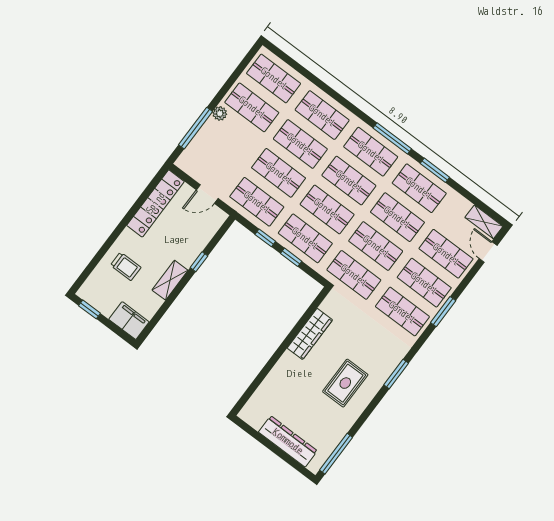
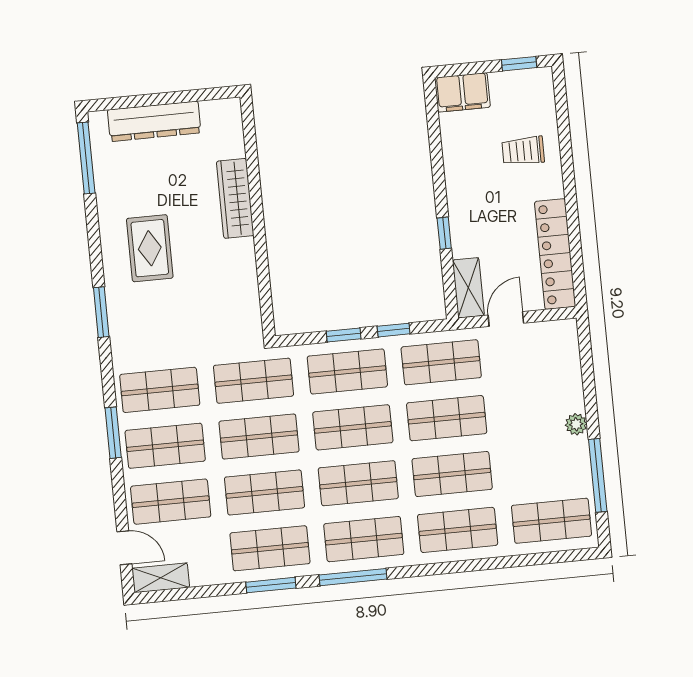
shop shelf: (252, 107) -> (546, 465), removed
window: (195, 128) -> (598, 475), moved
shelving: (170, 280) -> (468, 288), moved
wardrobe: (310, 334) -> (235, 198), moved

